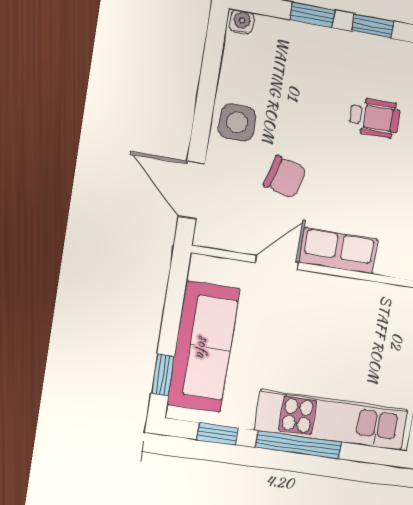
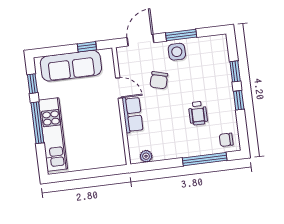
water cooler: (242, 22) -> (222, 41), removed
window: (205, 103) -> (181, 35), added
window: (163, 375) -> (87, 47), moved

